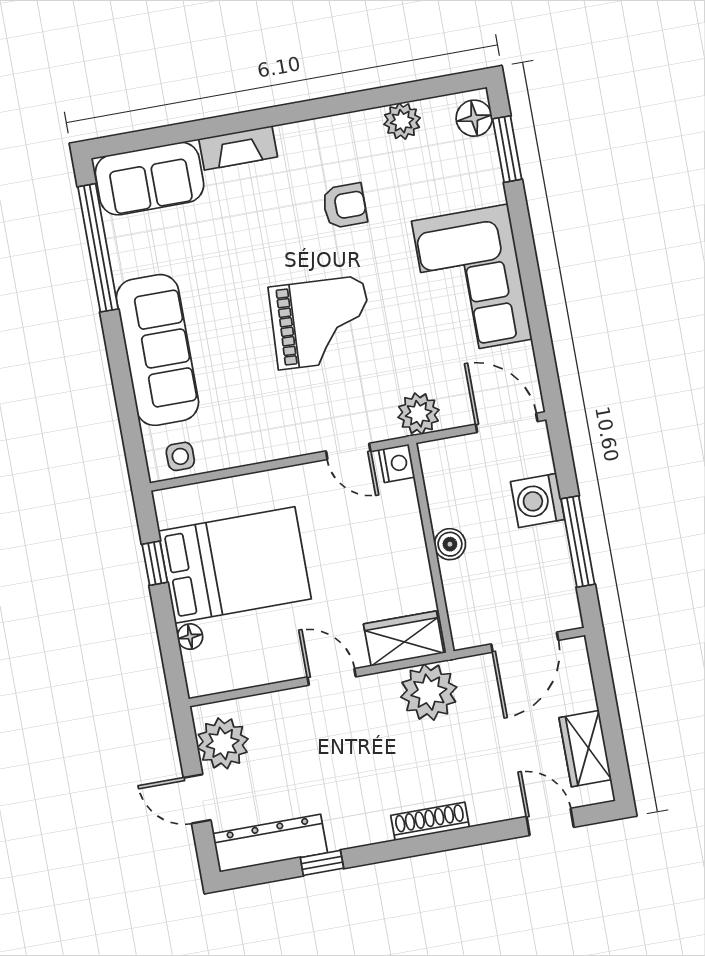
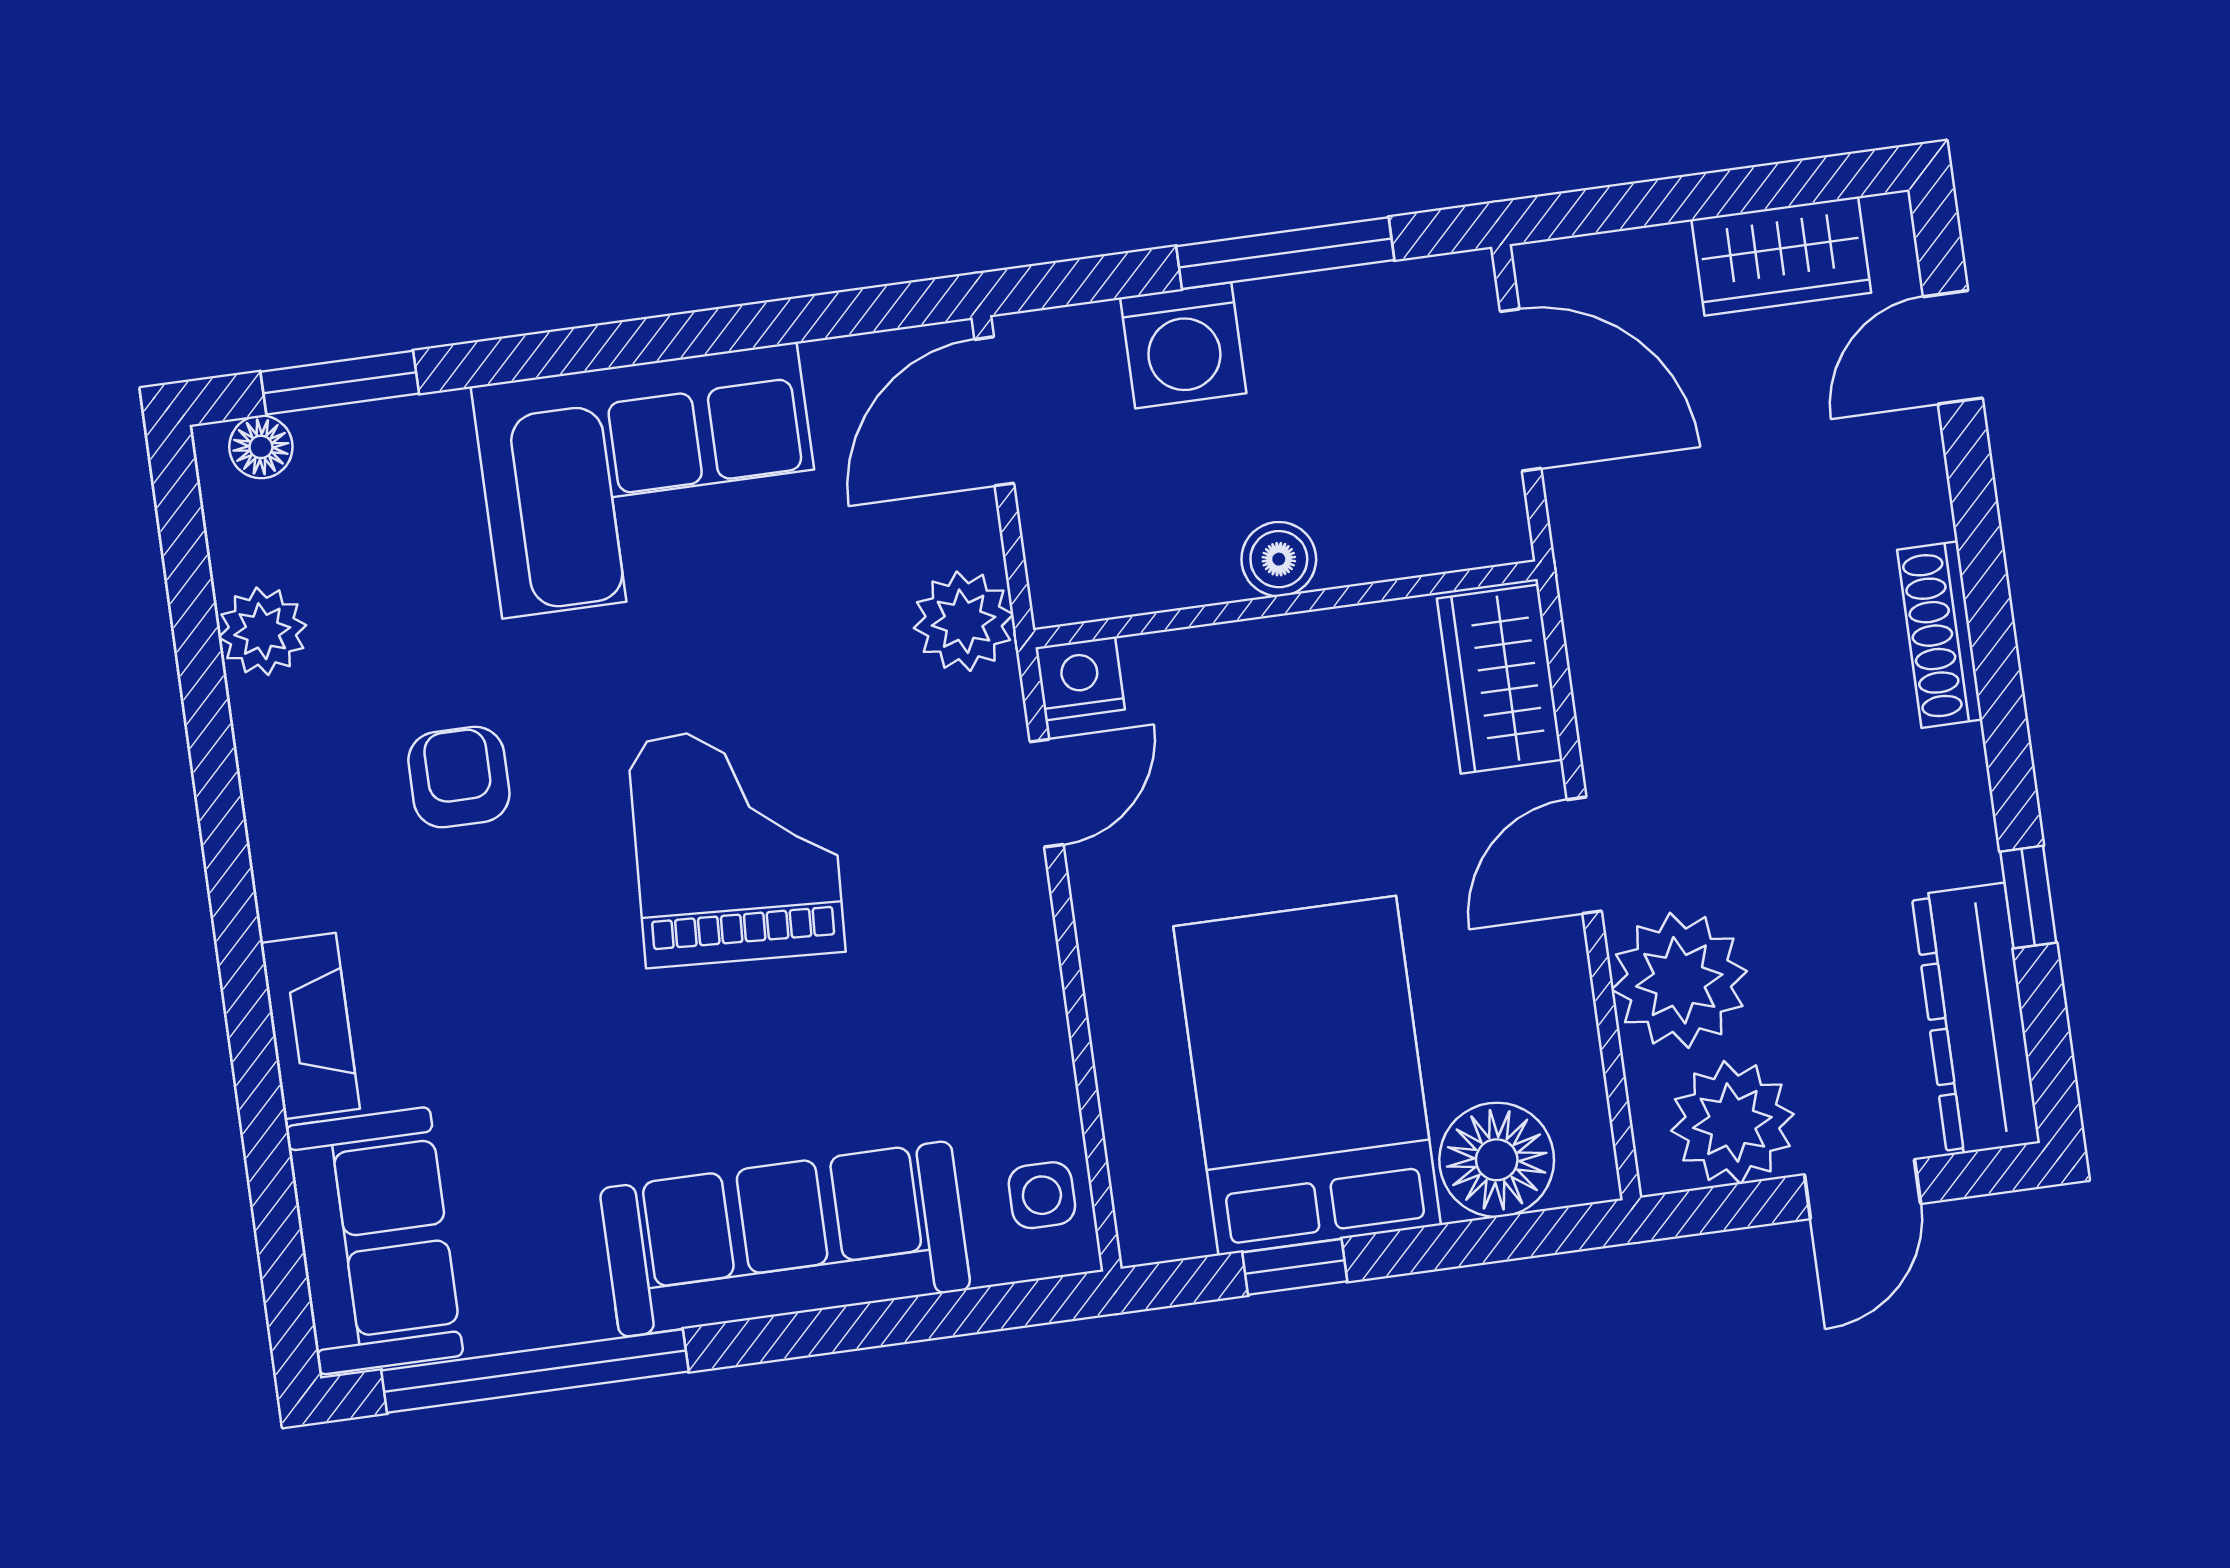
floor lamp: (474, 118) -> (261, 447), width x0.73, depth x0.73
floor lamp: (190, 637) -> (1497, 1160), width x1.89, depth x1.89
plant: (429, 692) -> (1679, 980), moved

